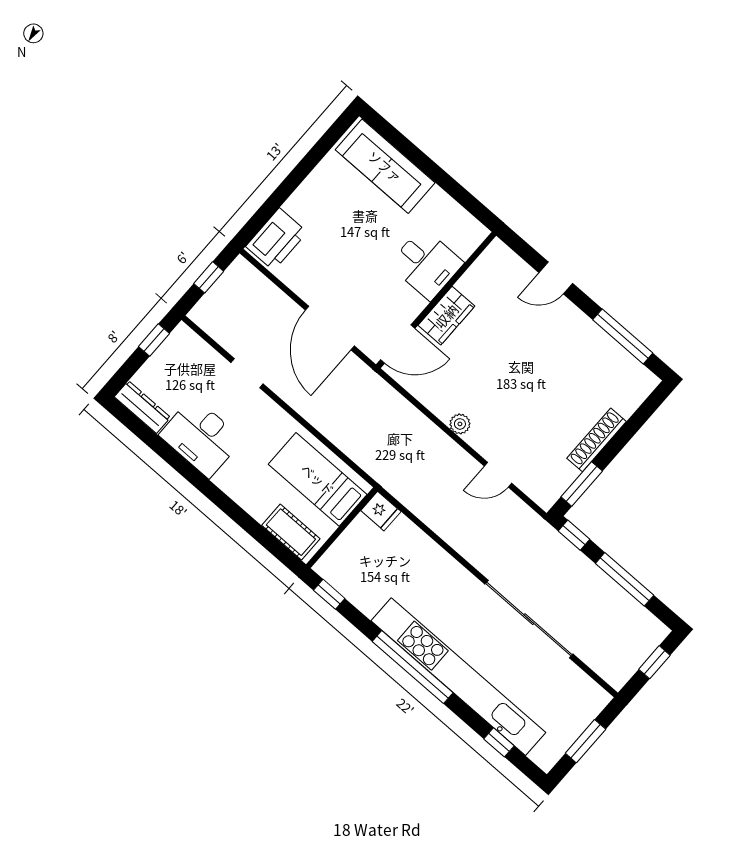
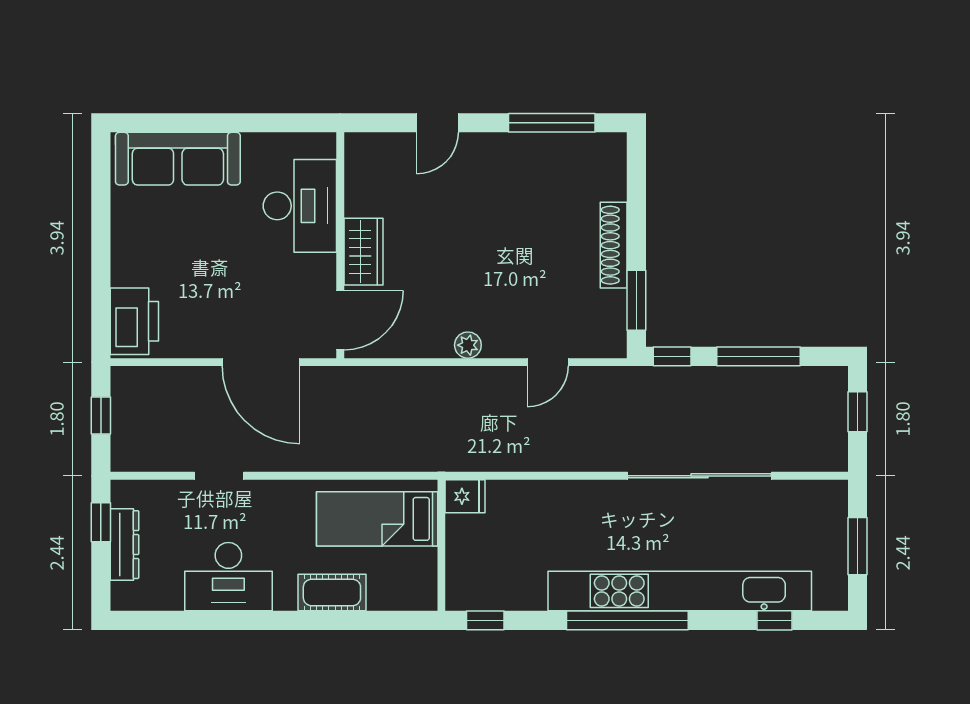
desk: (426, 264) -> (300, 206), width x1.37
dresser: (142, 407) -> (124, 545), moved, turned 90
cot: (291, 532) -> (332, 592), moved

